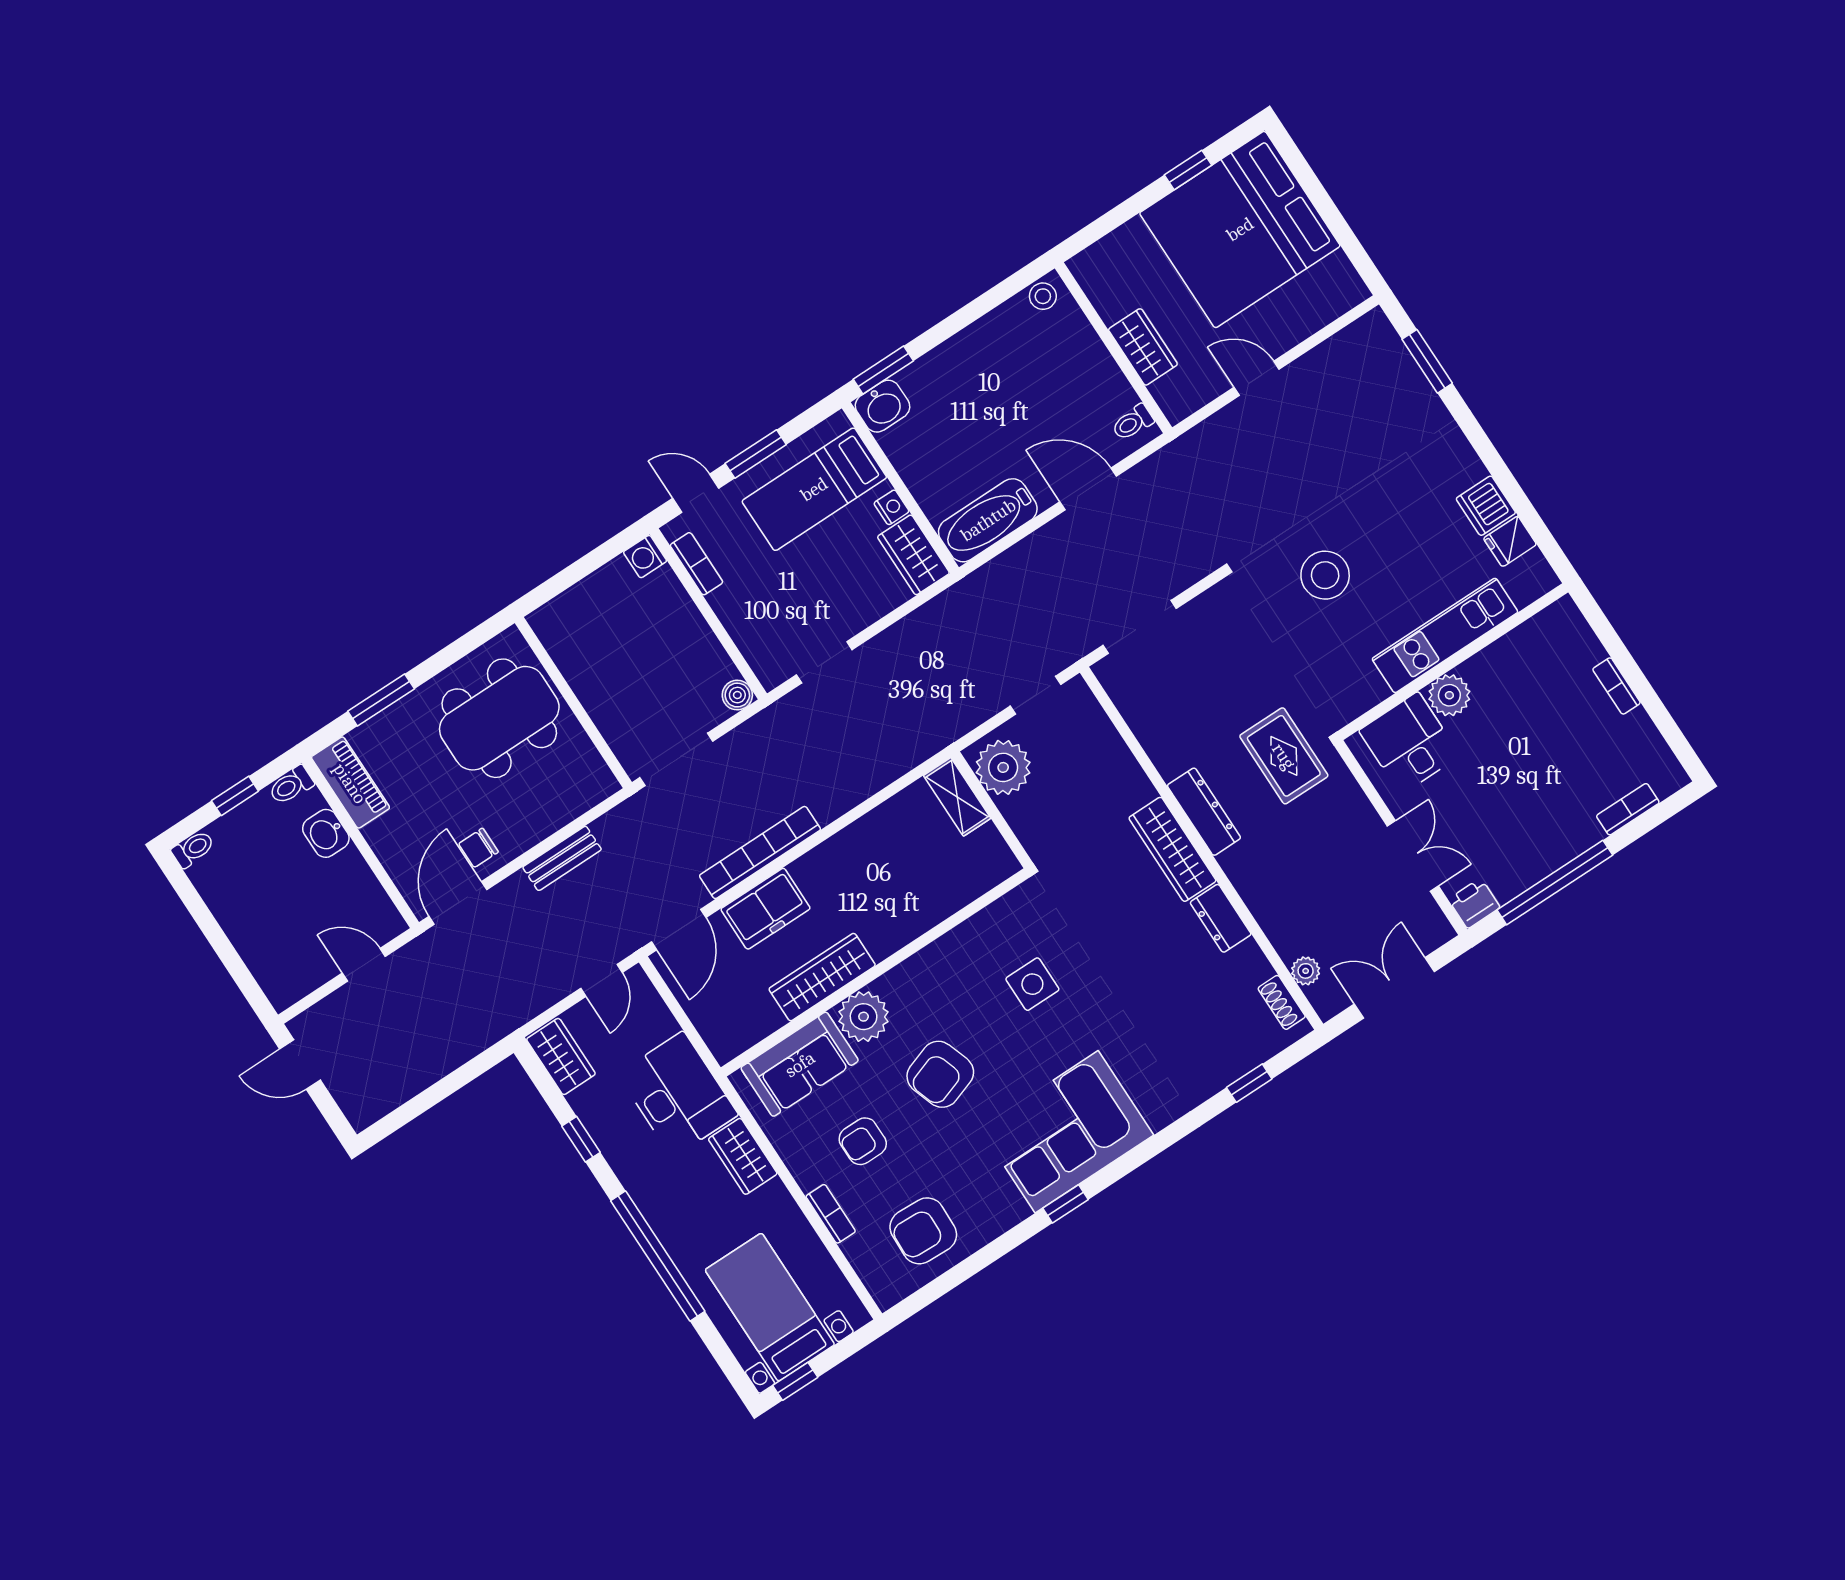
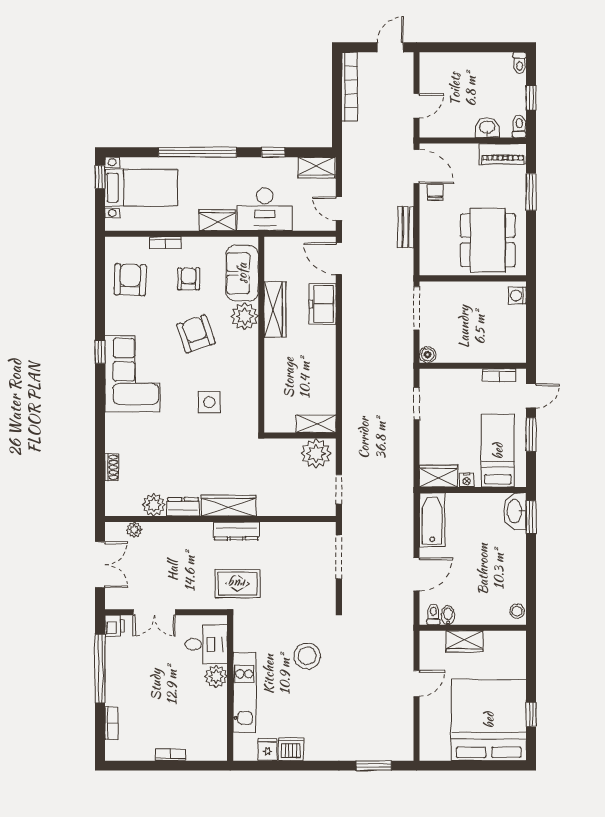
bidet: (1119, 399) -> (448, 615), added
washbasin: (883, 406) -> (515, 511), width x1.38
washing machine: (645, 557) -> (518, 296), moved, turned -90
bookcase: (760, 853) -> (350, 87), moved
plant: (1247, 966) -> (154, 505), added
shoe rack: (1282, 1002) -> (112, 467), moved, turned 90
window: (1249, 1083) -> (100, 471), removed

